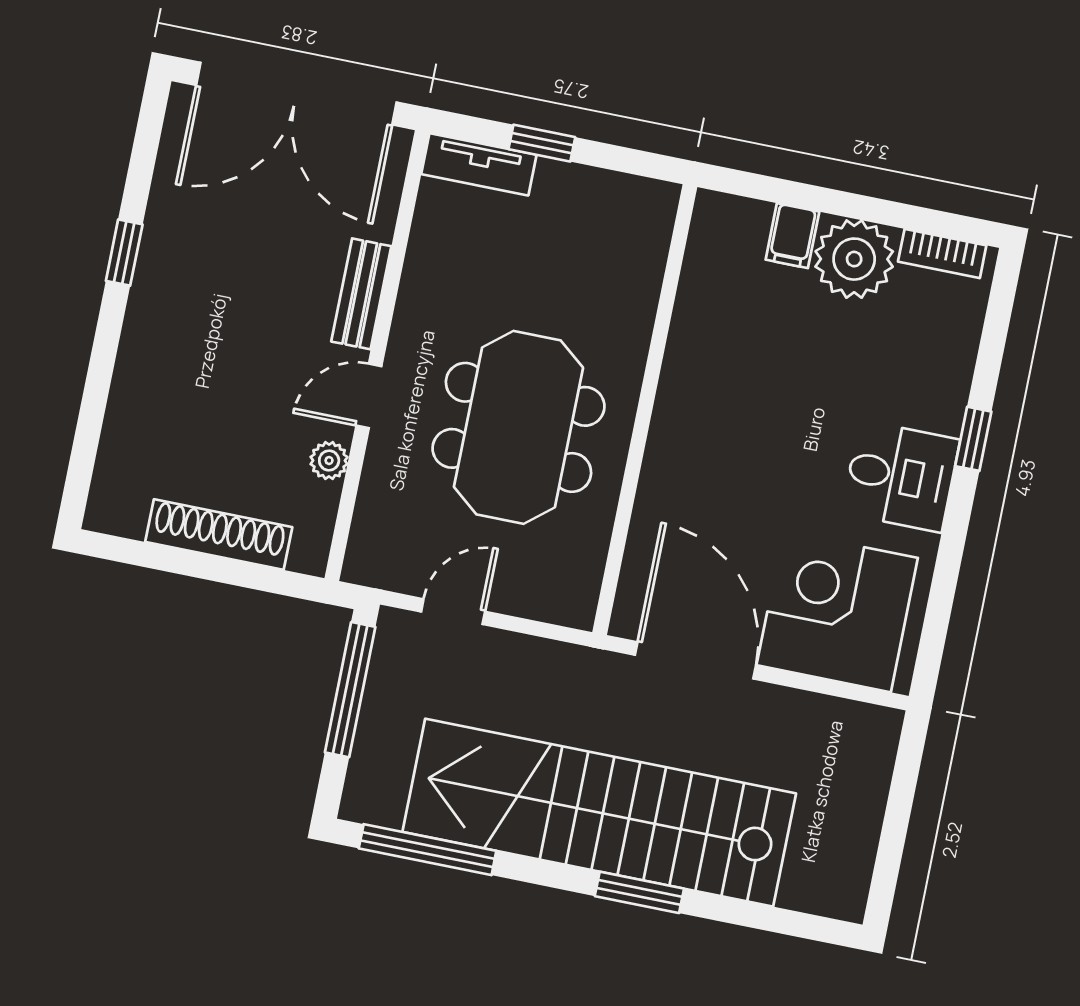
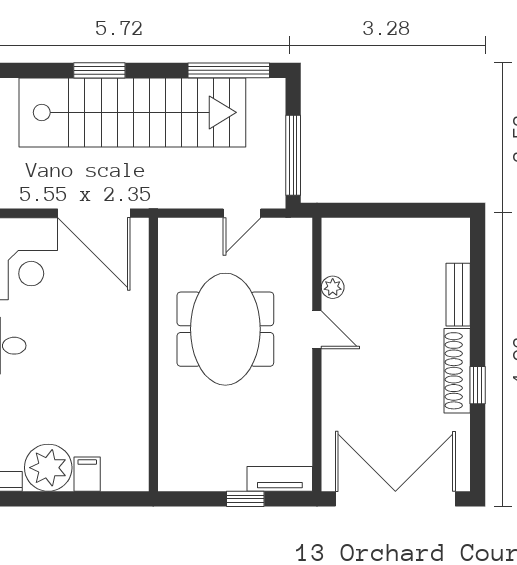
bench: (361, 294) -> (458, 295), moved
door: (369, 396) -> (317, 330), hinge flipped
shoe rack: (219, 535) -> (457, 371), moved, turned 90

